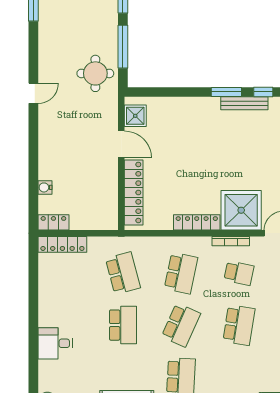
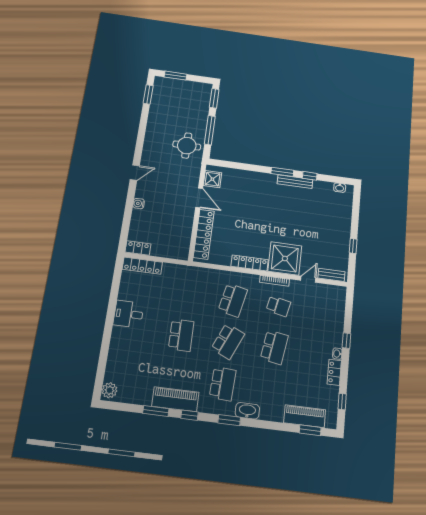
door: (33, 93) -> (135, 173), moved
water cooler: (45, 187) -> (139, 204), moved
school desk: (123, 273) -> (187, 294), removed
desk: (55, 343) -> (129, 314), moved

